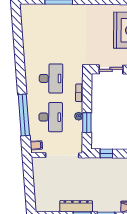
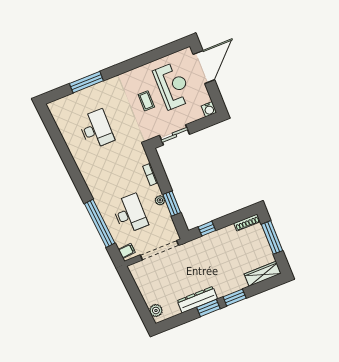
coffee table: (100, 34) -> (146, 101), added
desk: (51, 78) -> (96, 129), moved
plant: (40, 201) -> (156, 310), added

